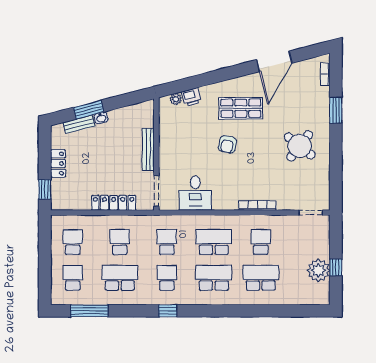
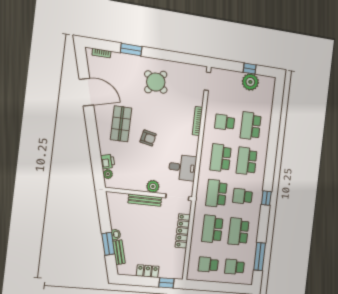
plant: (167, 158) -> (153, 186), added
school desk: (120, 242) -> (212, 229), width x1.85
school desk: (167, 242) -> (216, 193), width x1.85

